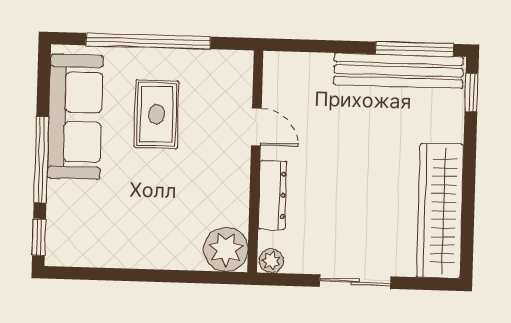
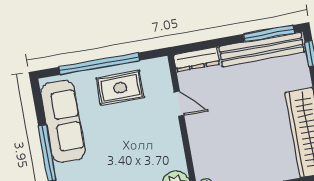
rug: (157, 114) -> (120, 88), moved, turned 90
dresser: (273, 195) -> (197, 59), moved, turned 90

